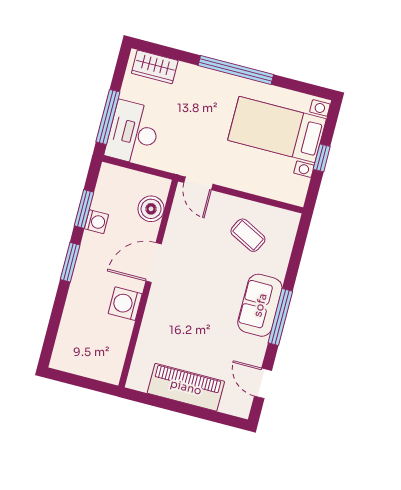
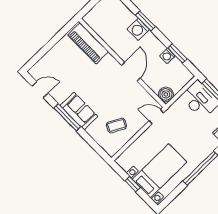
boiler: (151, 209) -> (166, 94), moved
window: (70, 262) -> (145, 21), moved
washing machine: (125, 304) -> (138, 29), moved, turned 180
piano: (186, 387) -> (88, 43), moved, turned 90

